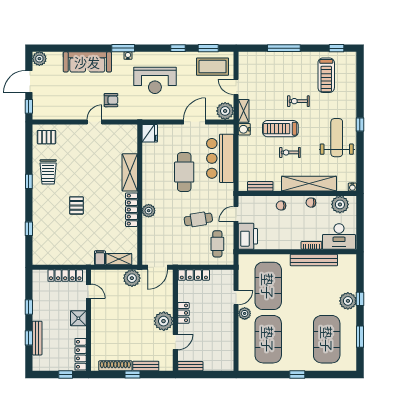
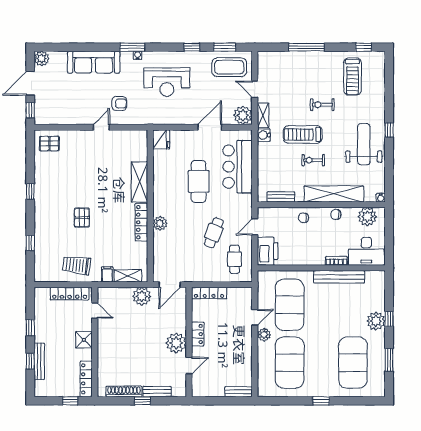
trolley: (48, 172) -> (76, 265), moved, turned 97
cafe table: (198, 219) -> (214, 233), turned -60
bench: (190, 366) -> (239, 392), moved

